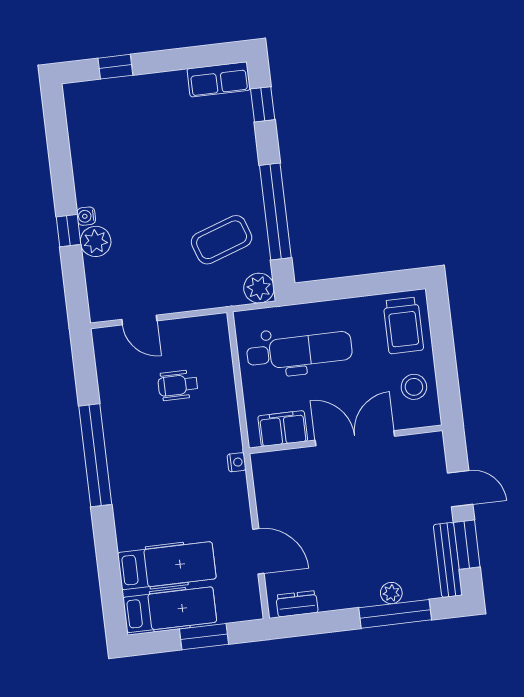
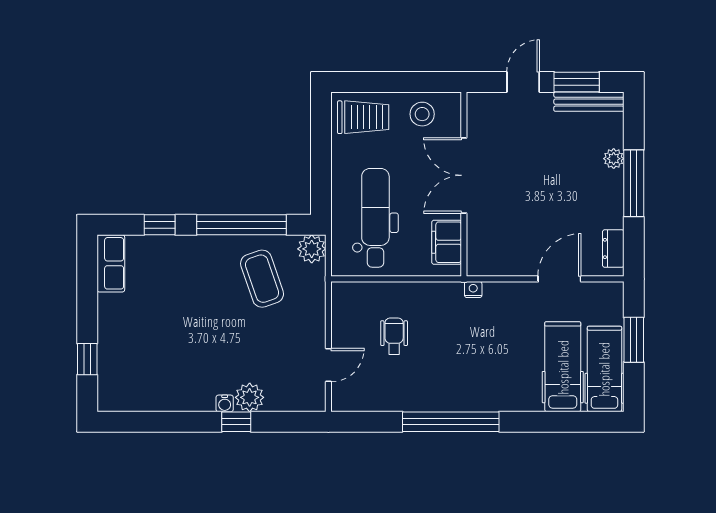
window: (263, 104) -> (160, 225), moved
wheelchair: (178, 385) -> (394, 336), turned 180
window: (395, 614) -> (634, 183), moved

